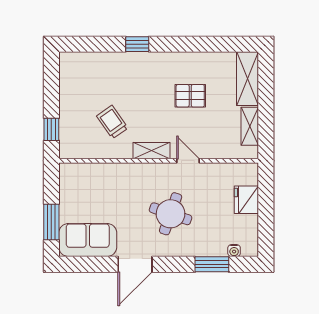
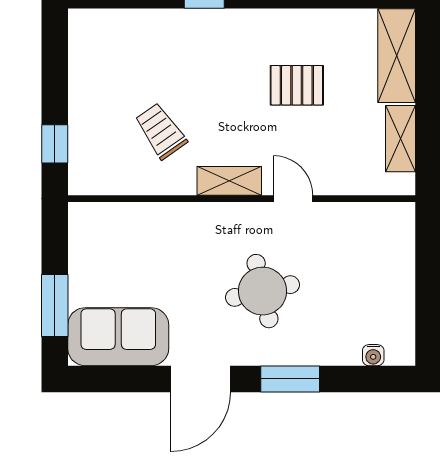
fridge: (246, 200) -> (395, 267), removed
round table: (171, 214) -> (263, 291), turned -32
window: (212, 264) -> (290, 379), moved

